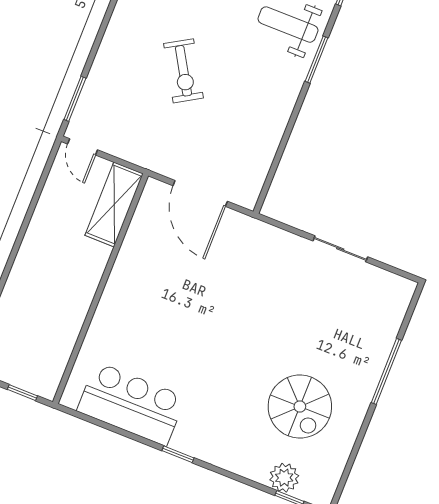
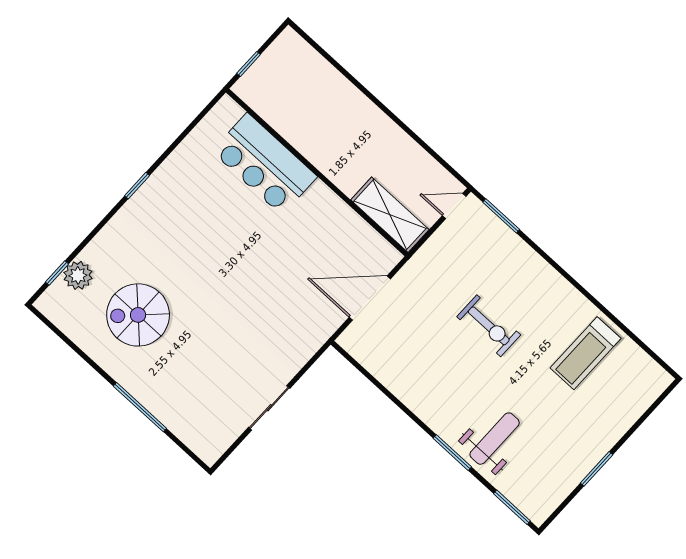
exercise bike: (183, 71) -> (489, 326), turned -149
bar counter: (131, 404) -> (264, 164), moved, turned 90

